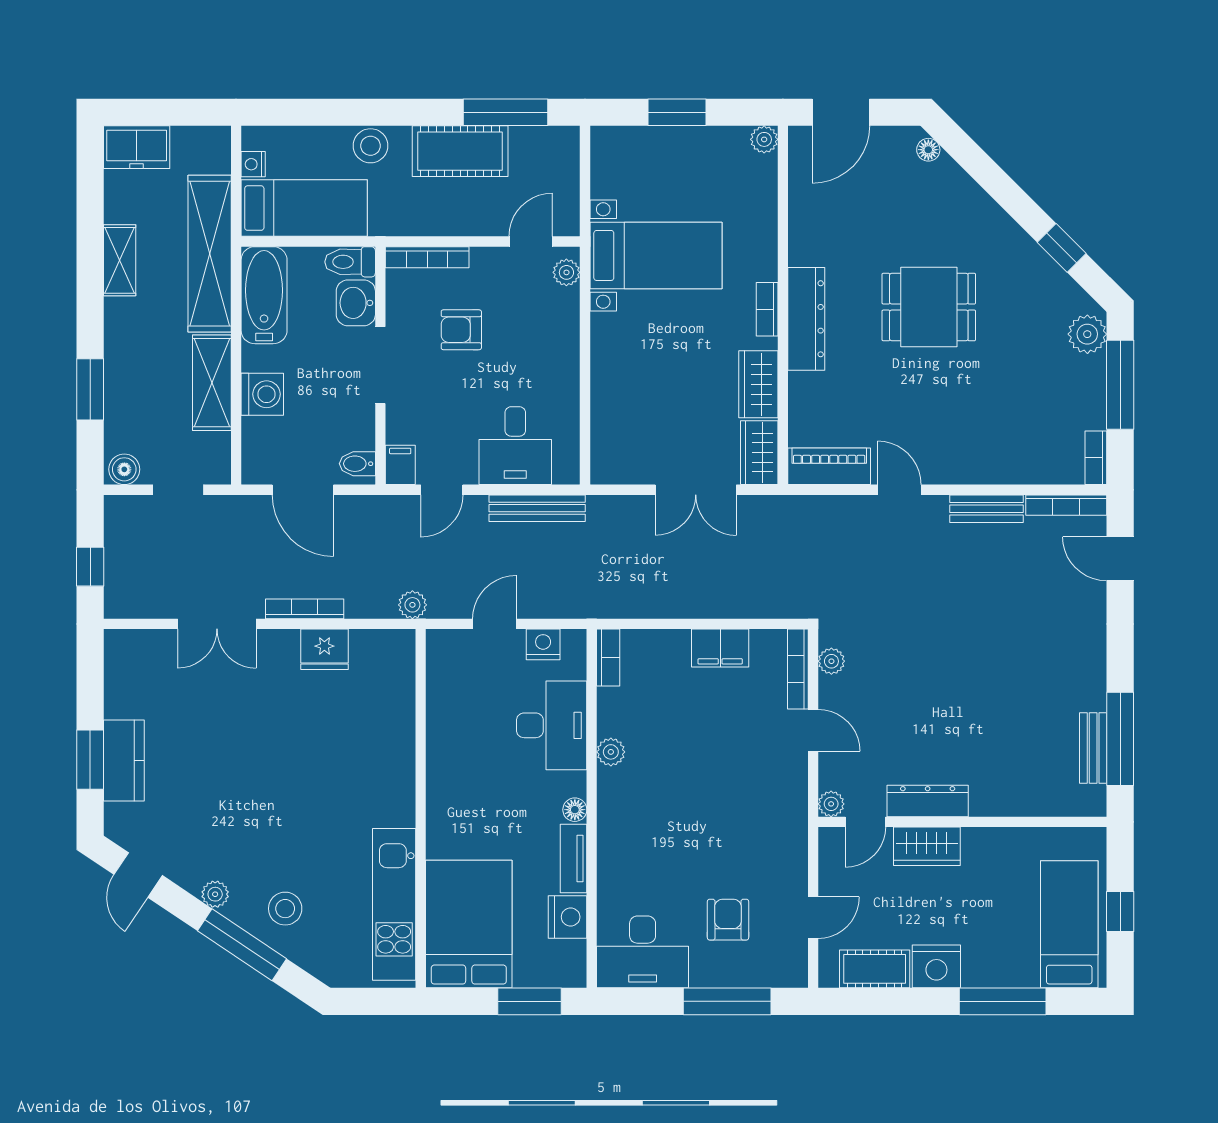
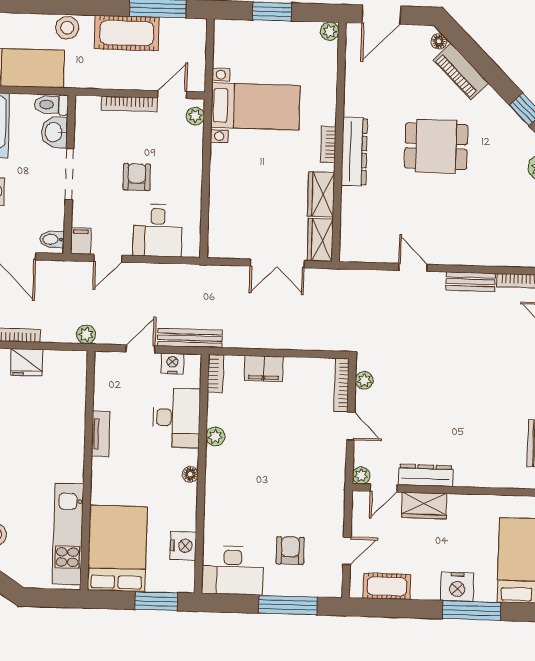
bookcase: (427, 257) -> (129, 104), moved
armchair: (461, 330) -> (137, 177), moved, turned 90
piano: (829, 466) -> (461, 71), moved, turned -135
bench: (537, 508) -> (190, 338), moved
filing cabinet: (720, 648) -> (264, 369), moved
tv unit: (574, 859) -> (101, 434), moved, turned 180
nightstand: (936, 966) -> (457, 587), moved

